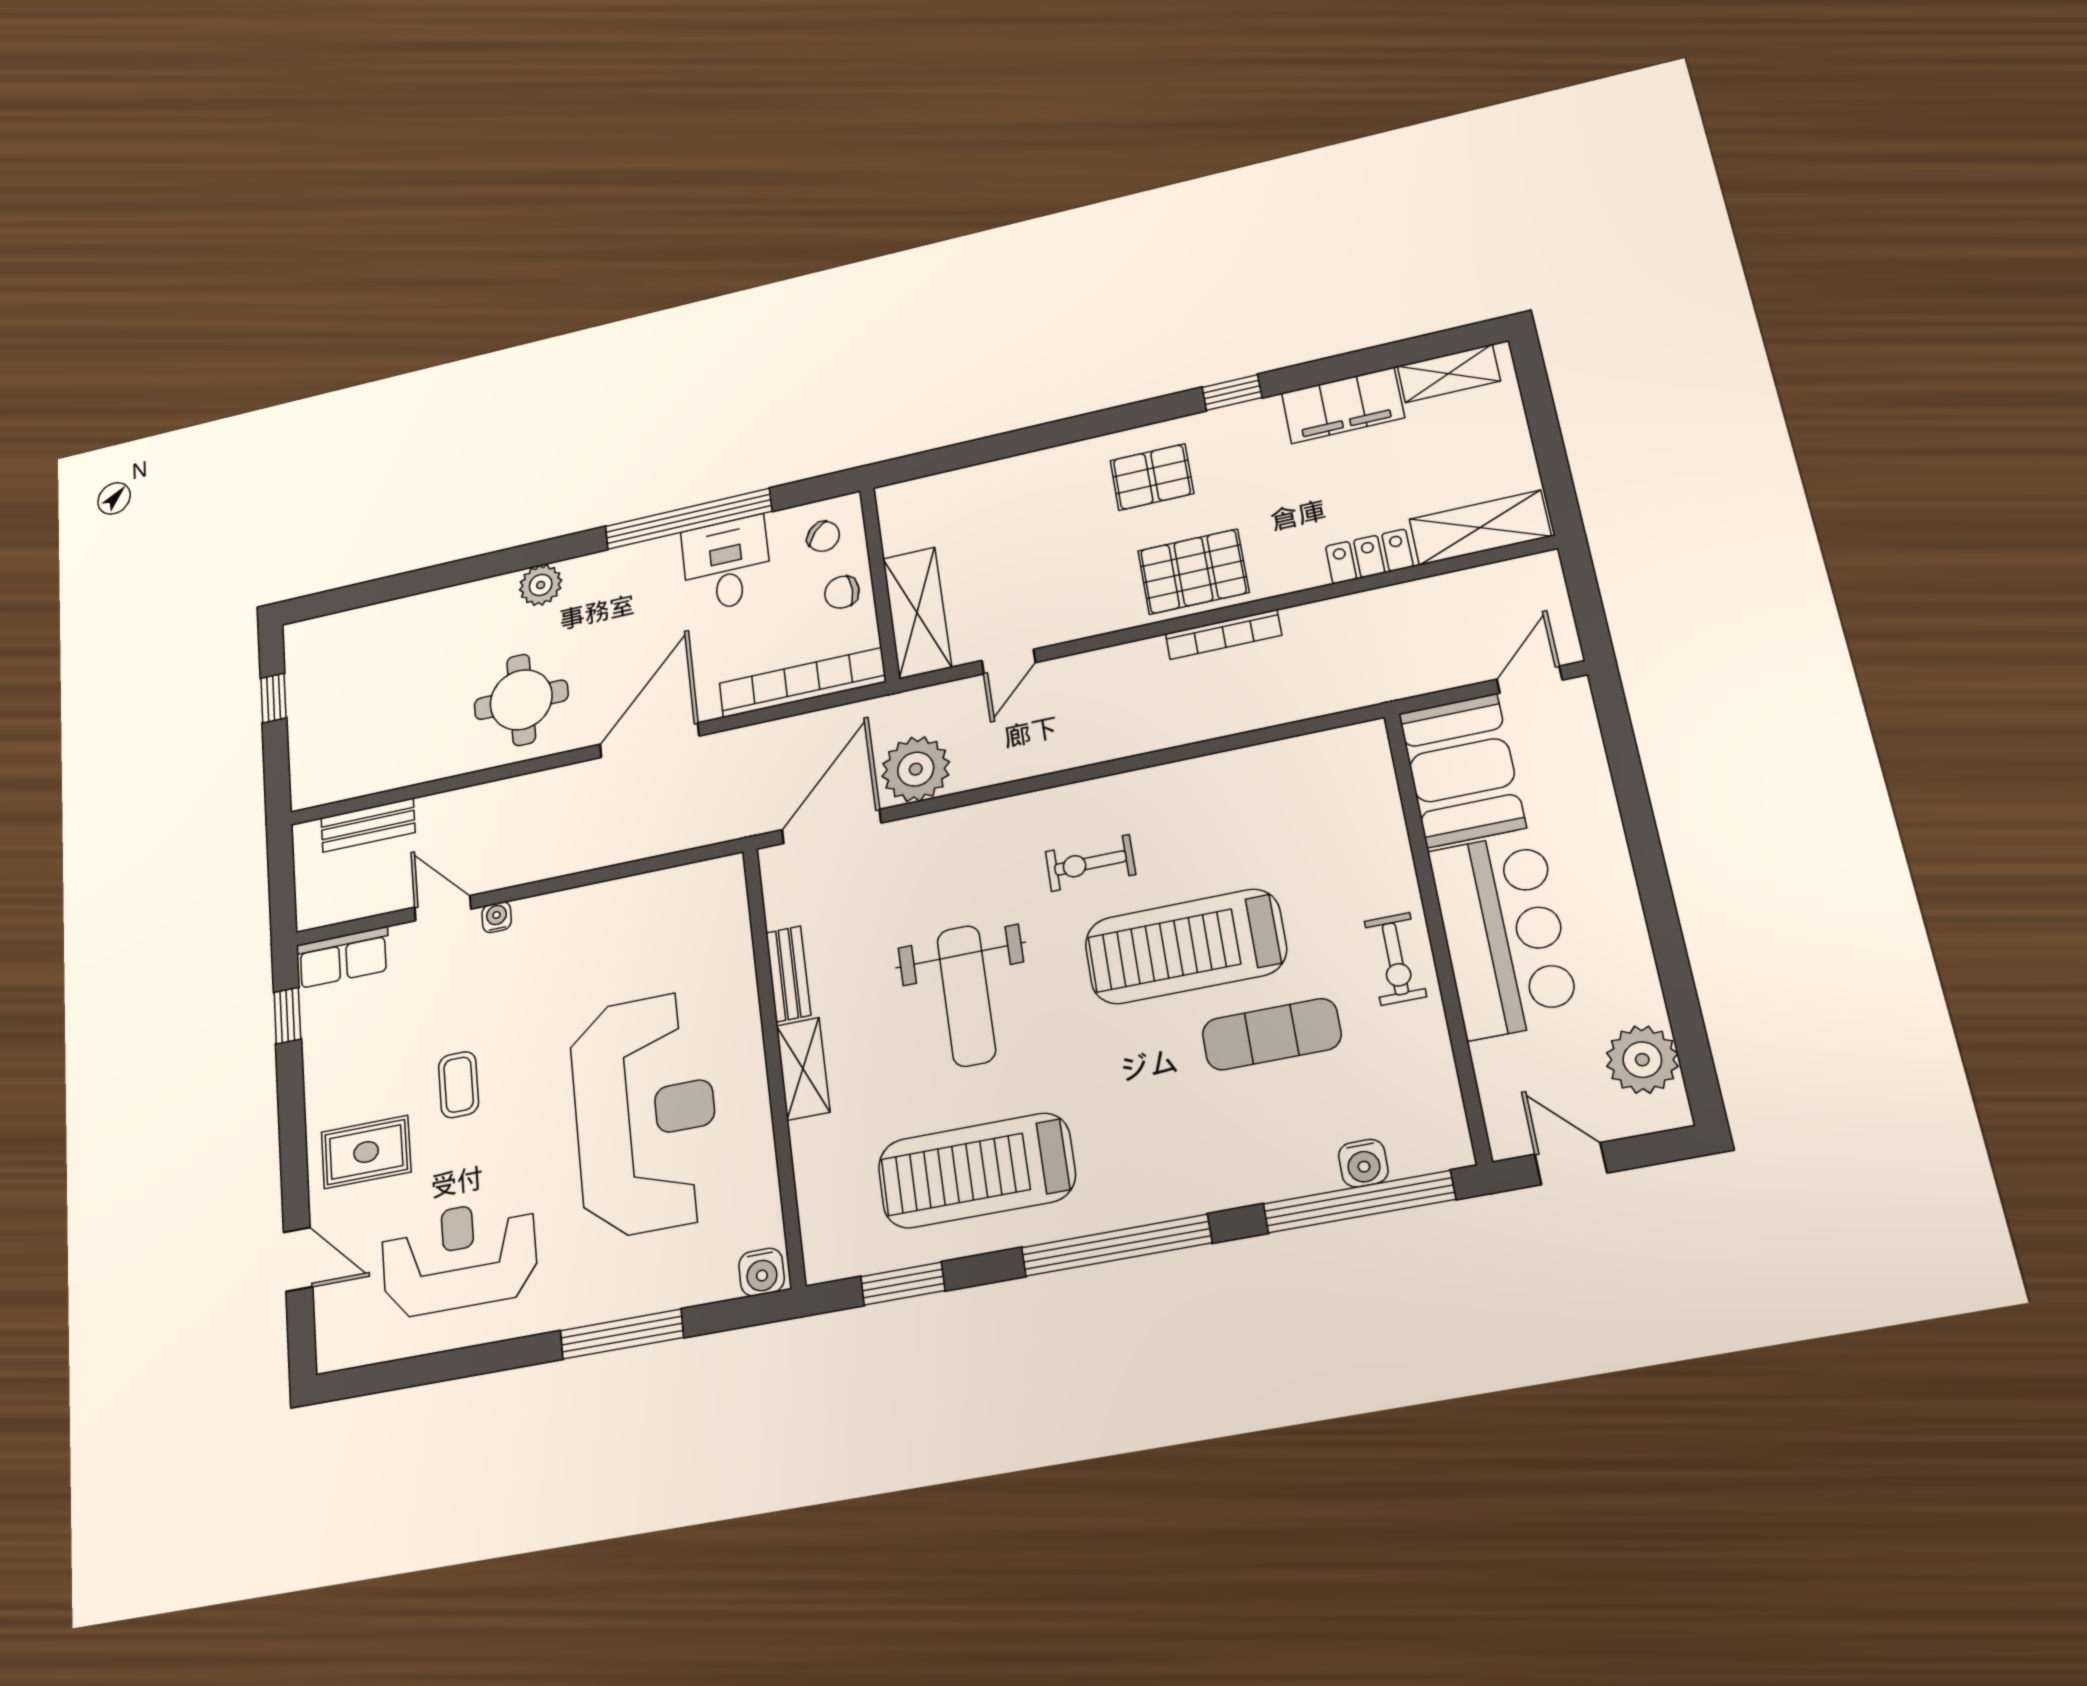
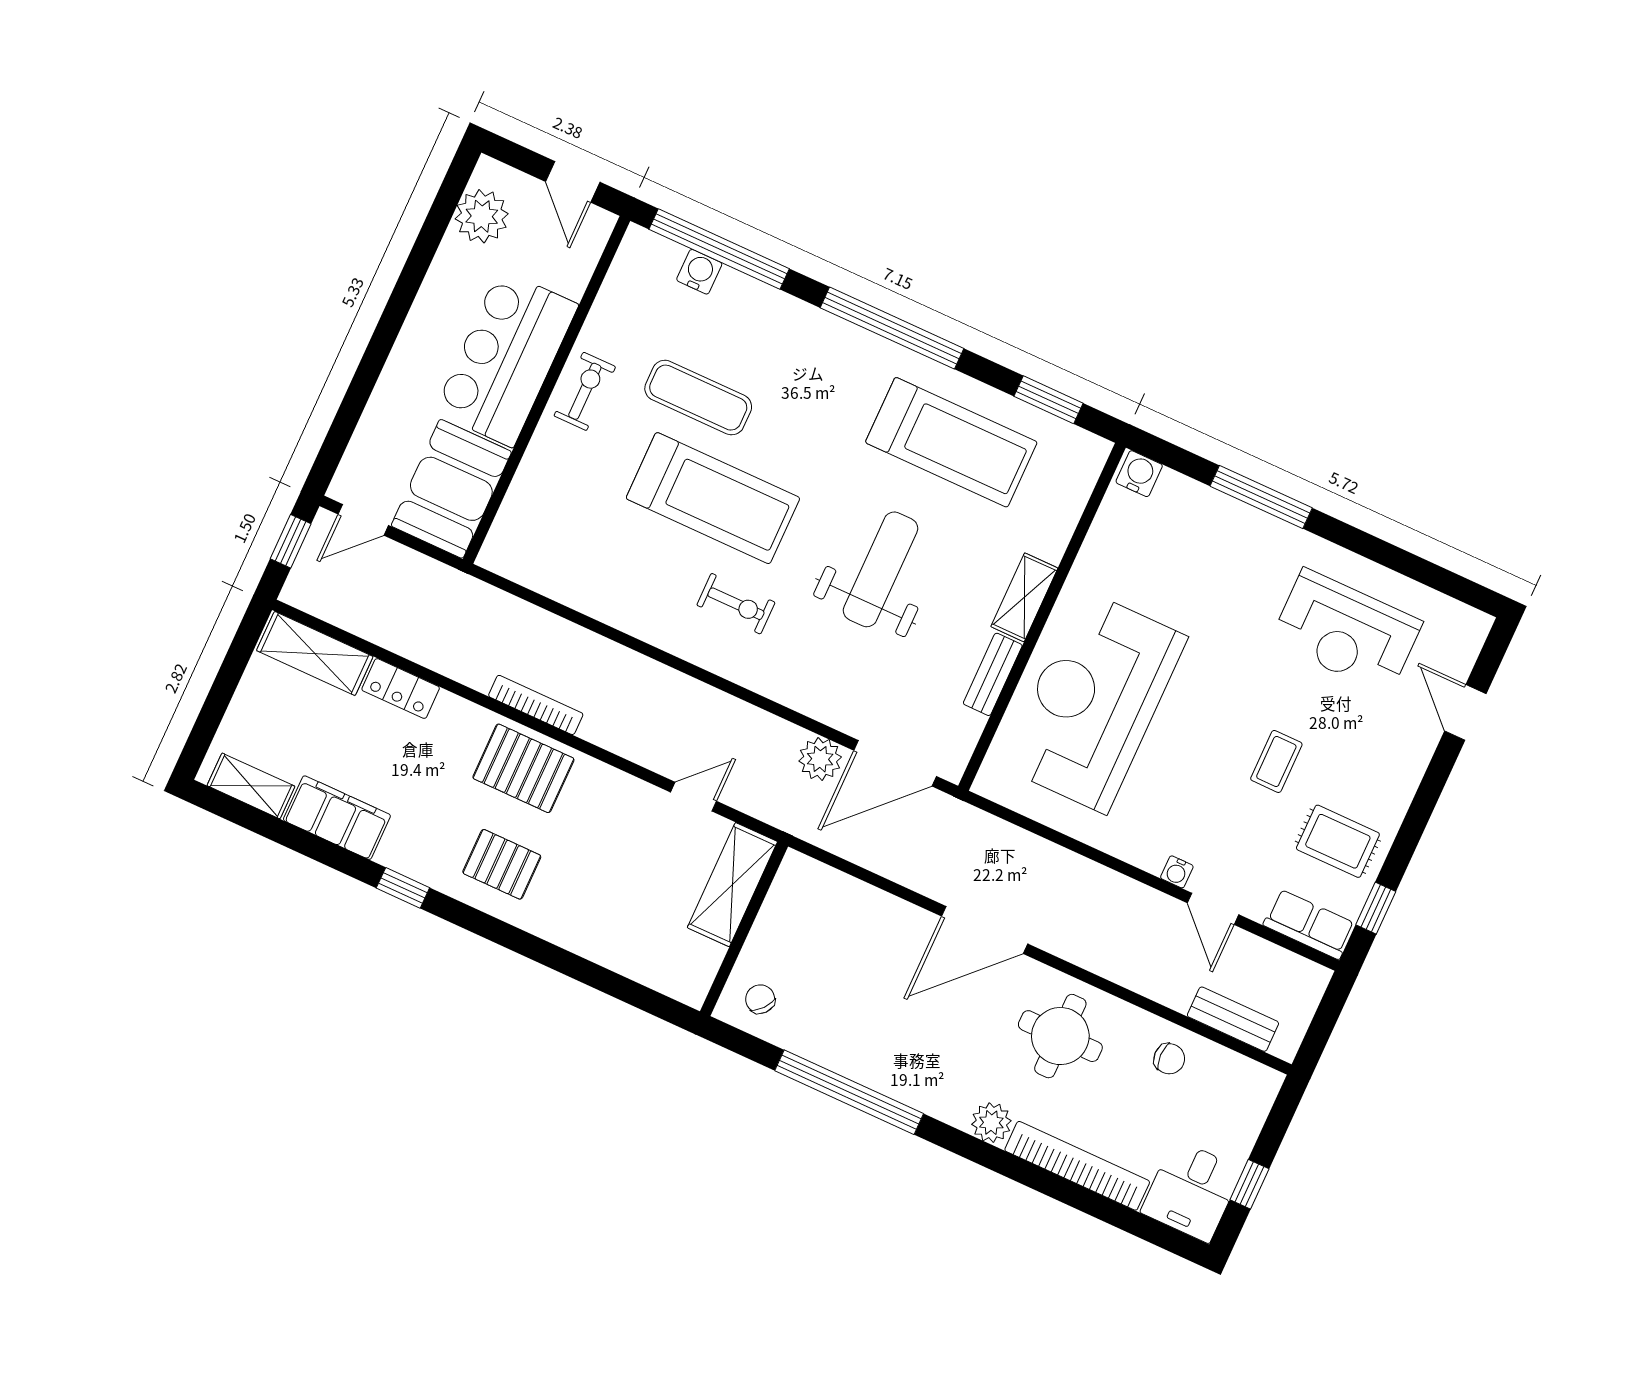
desk: (727, 564) -> (1192, 1191), moved
chair: (842, 592) -> (1169, 1059), moved
window: (1588, 609) -> (291, 541), added
bookcase: (802, 683) -> (1077, 1166), moved, turned 180
plant: (916, 769) -> (820, 759), width x0.73, depth x0.73
reception desk: (645, 1114) -> (1094, 702), moved
rug: (366, 1152) -> (1338, 841), moved

